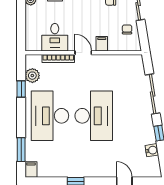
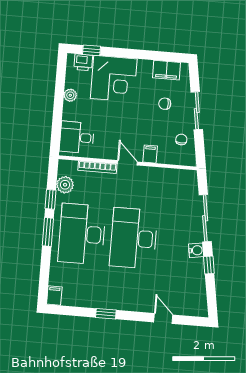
desk: (55, 37) -> (77, 137), moved, turned 90
desk: (94, 116) -> (134, 238), turned 180
window: (21, 150) -> (48, 232), moved
water cooler: (152, 150) -> (196, 250), moved

